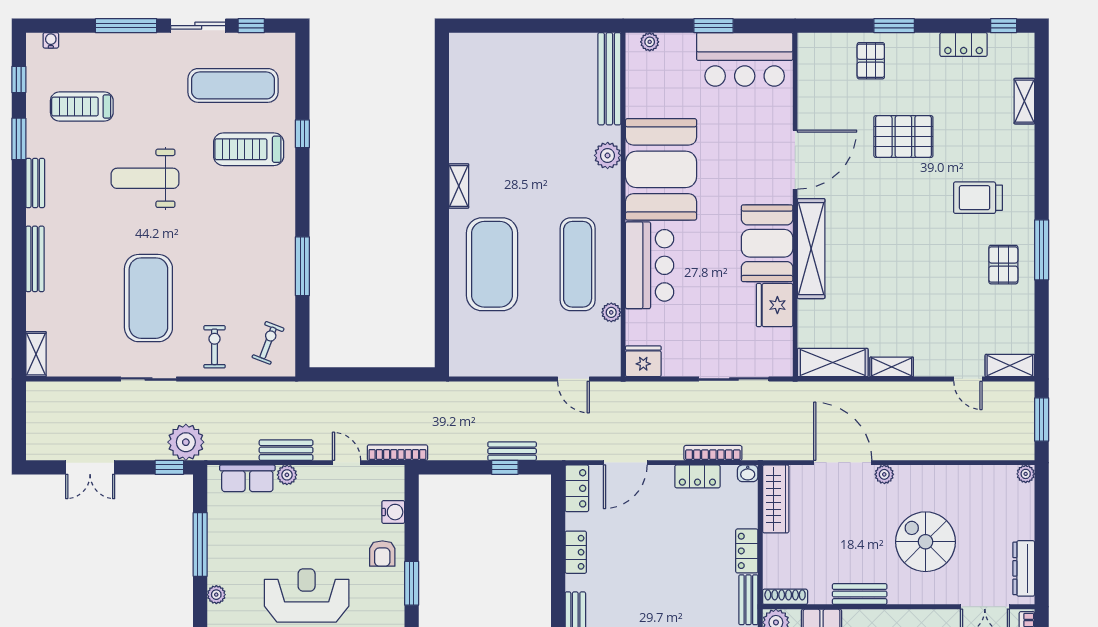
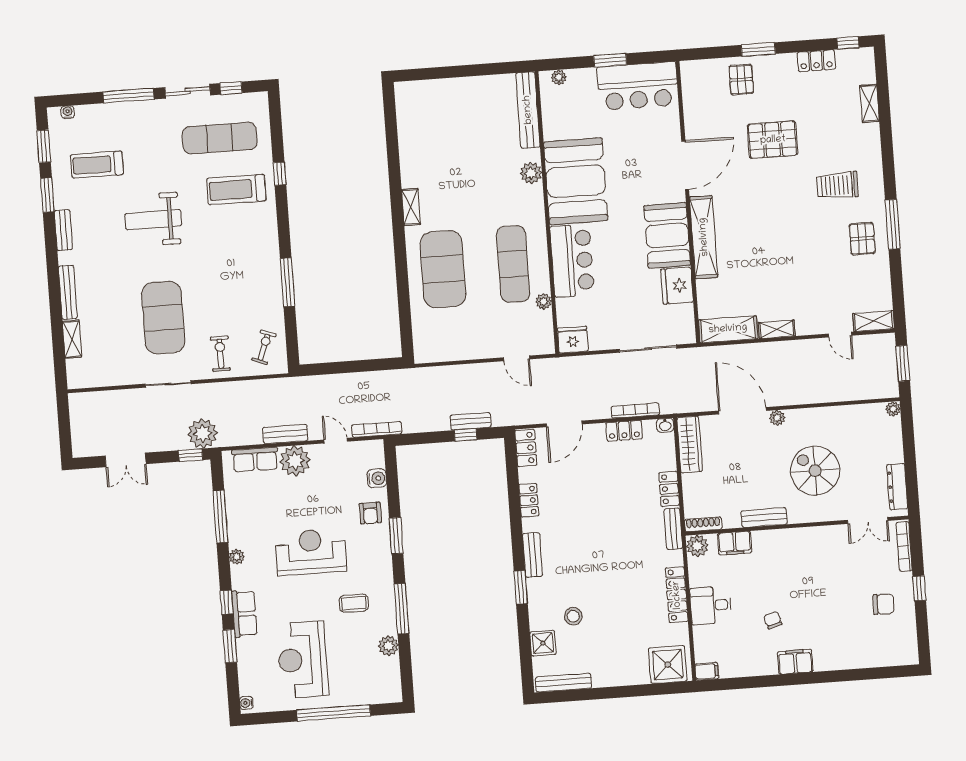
window: (19, 80) -> (44, 146), width x1.50
shelving: (36, 354) -> (72, 339), moved
plant: (287, 475) -> (295, 461), width x1.87, depth x1.87

